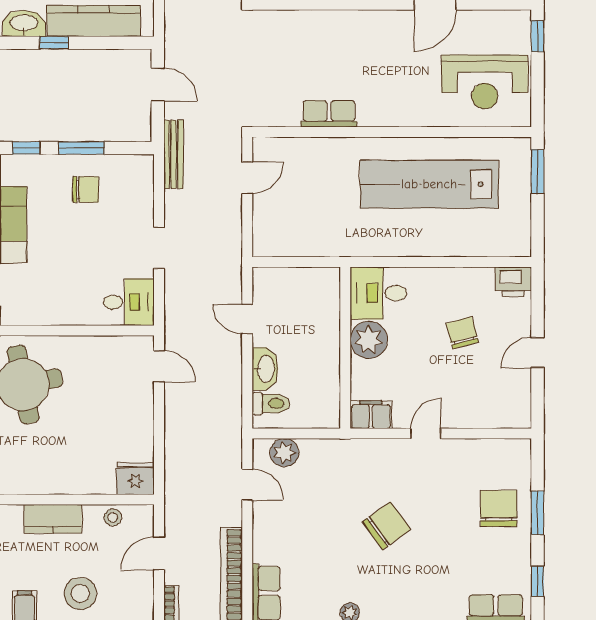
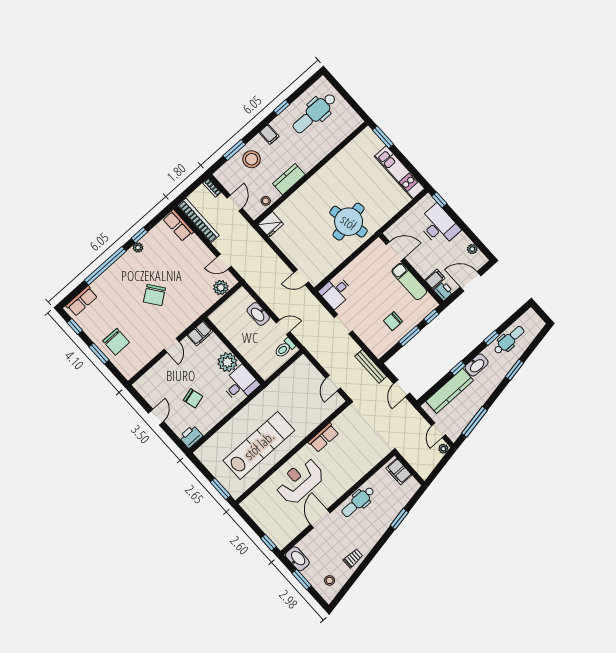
reception desk: (485, 82) -> (300, 481), moved
door: (158, 85) -> (402, 388), hinge flipped
toilet: (271, 404) -> (285, 348), moved

